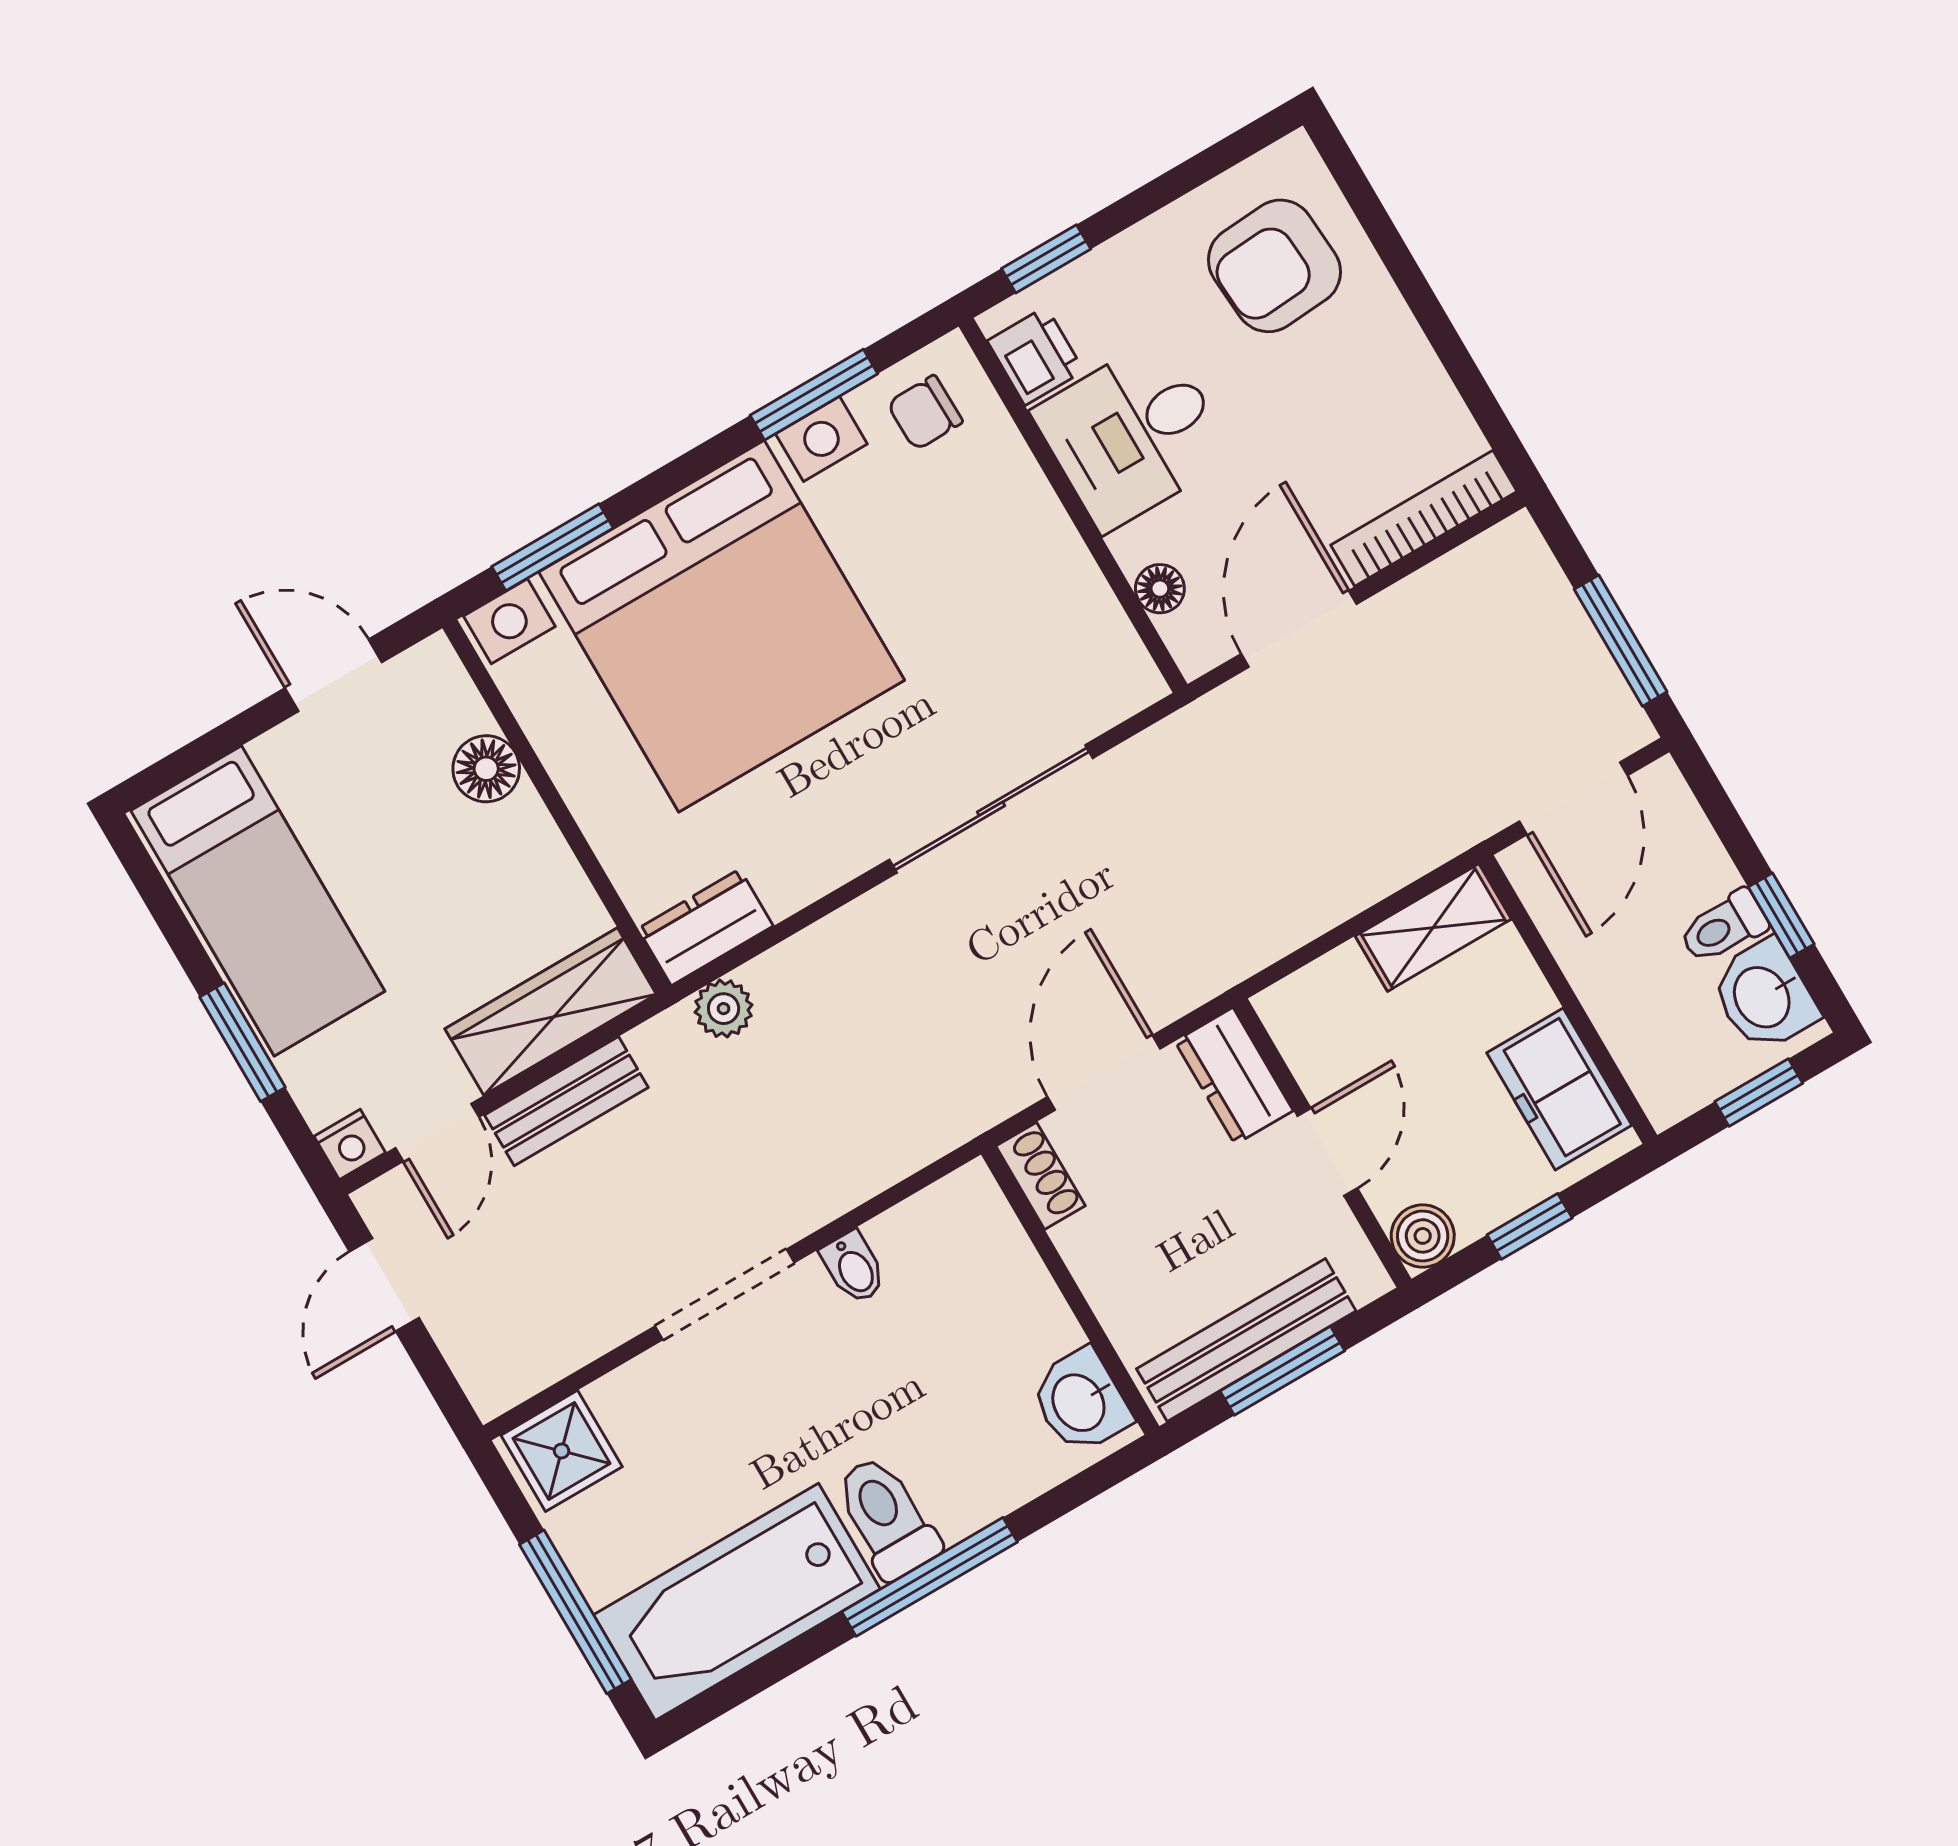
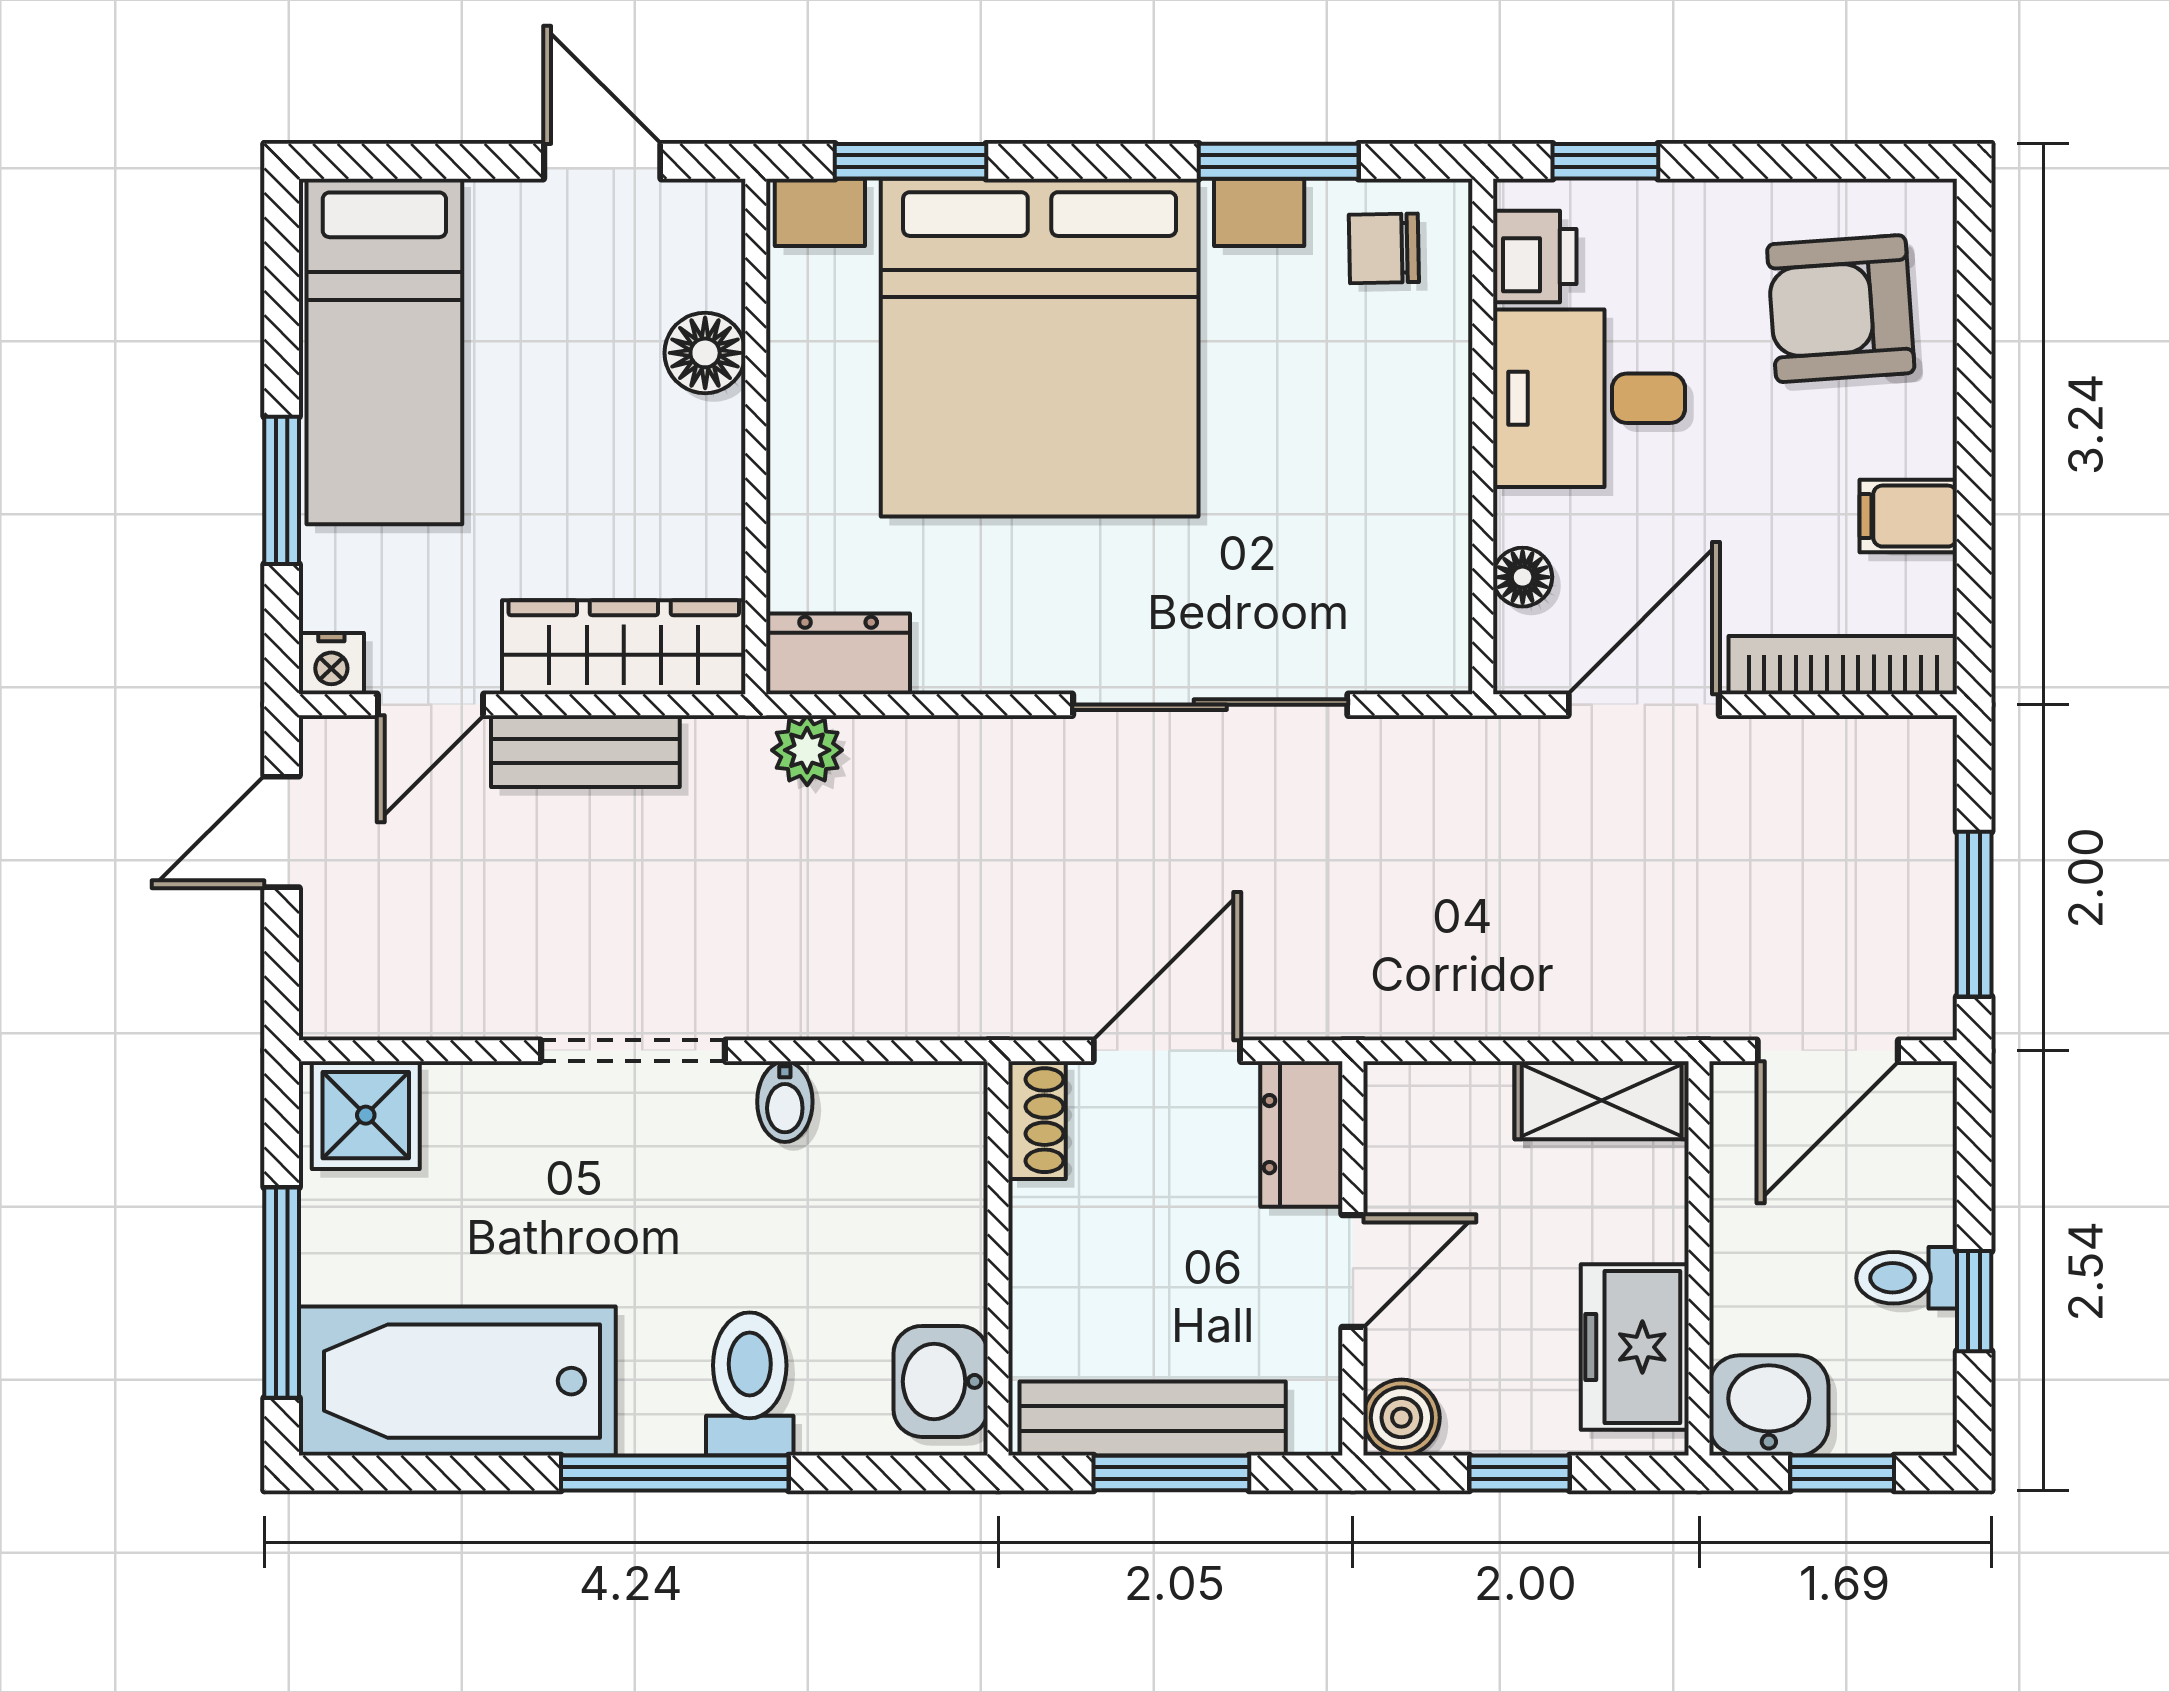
filing cabinet: (1409, 385) -> (1908, 516), added
washbasin: (1764, 996) -> (1769, 1405), moved, turned 90
toilet: (887, 1517) -> (750, 1384), moved

